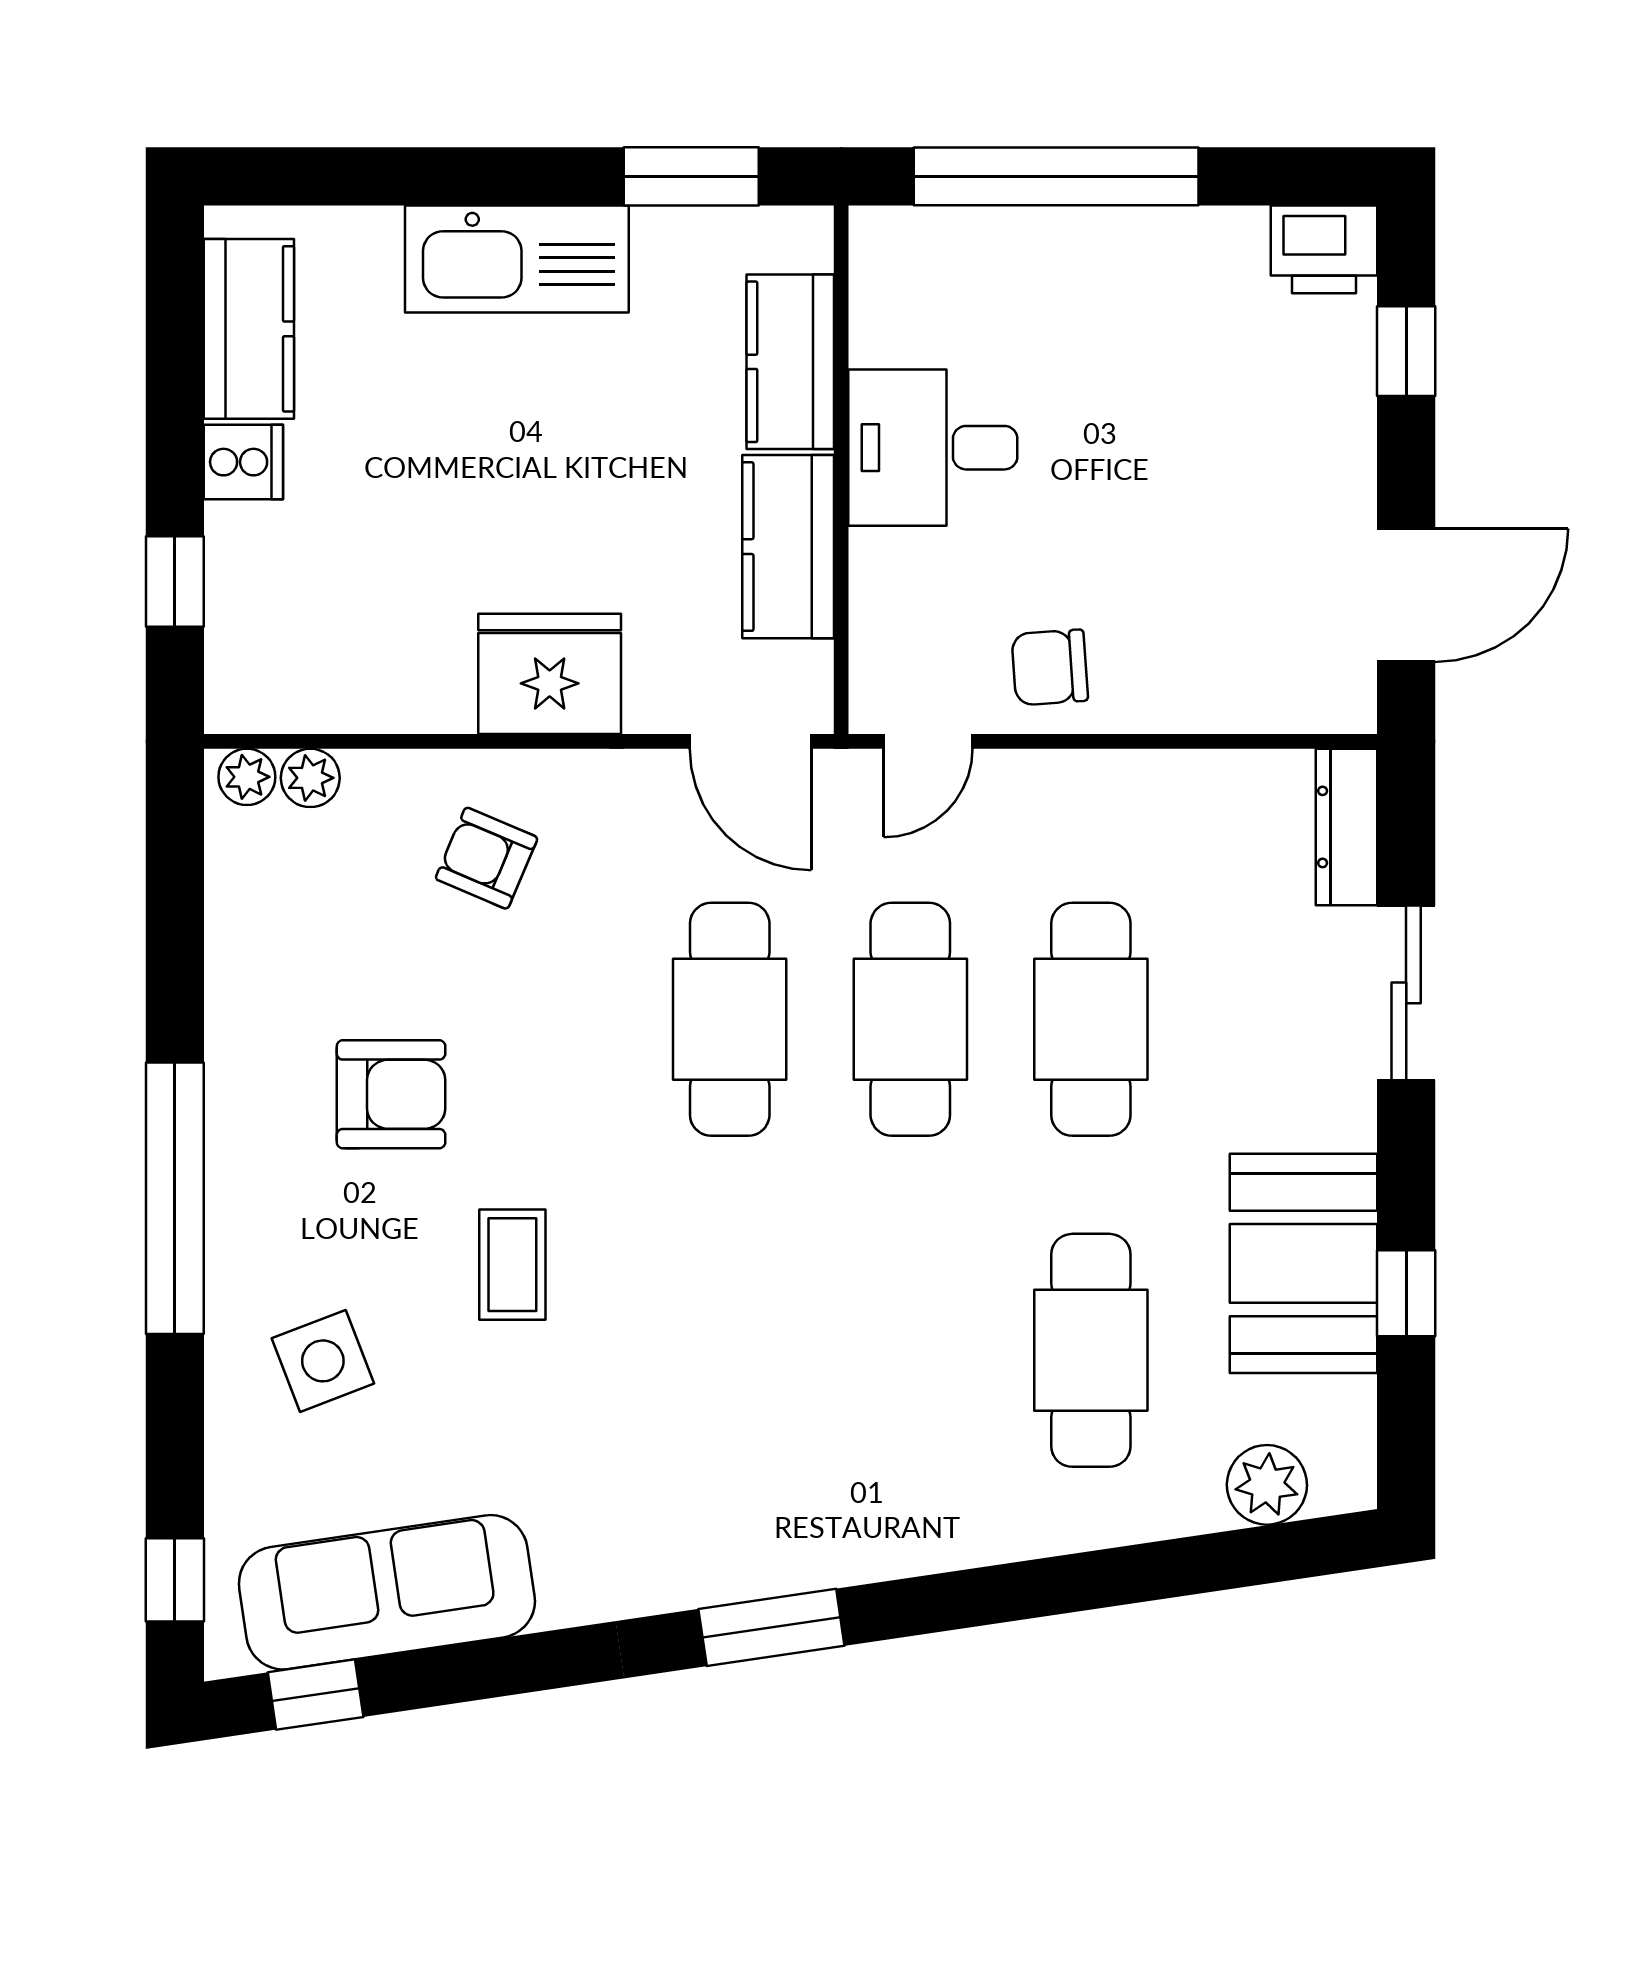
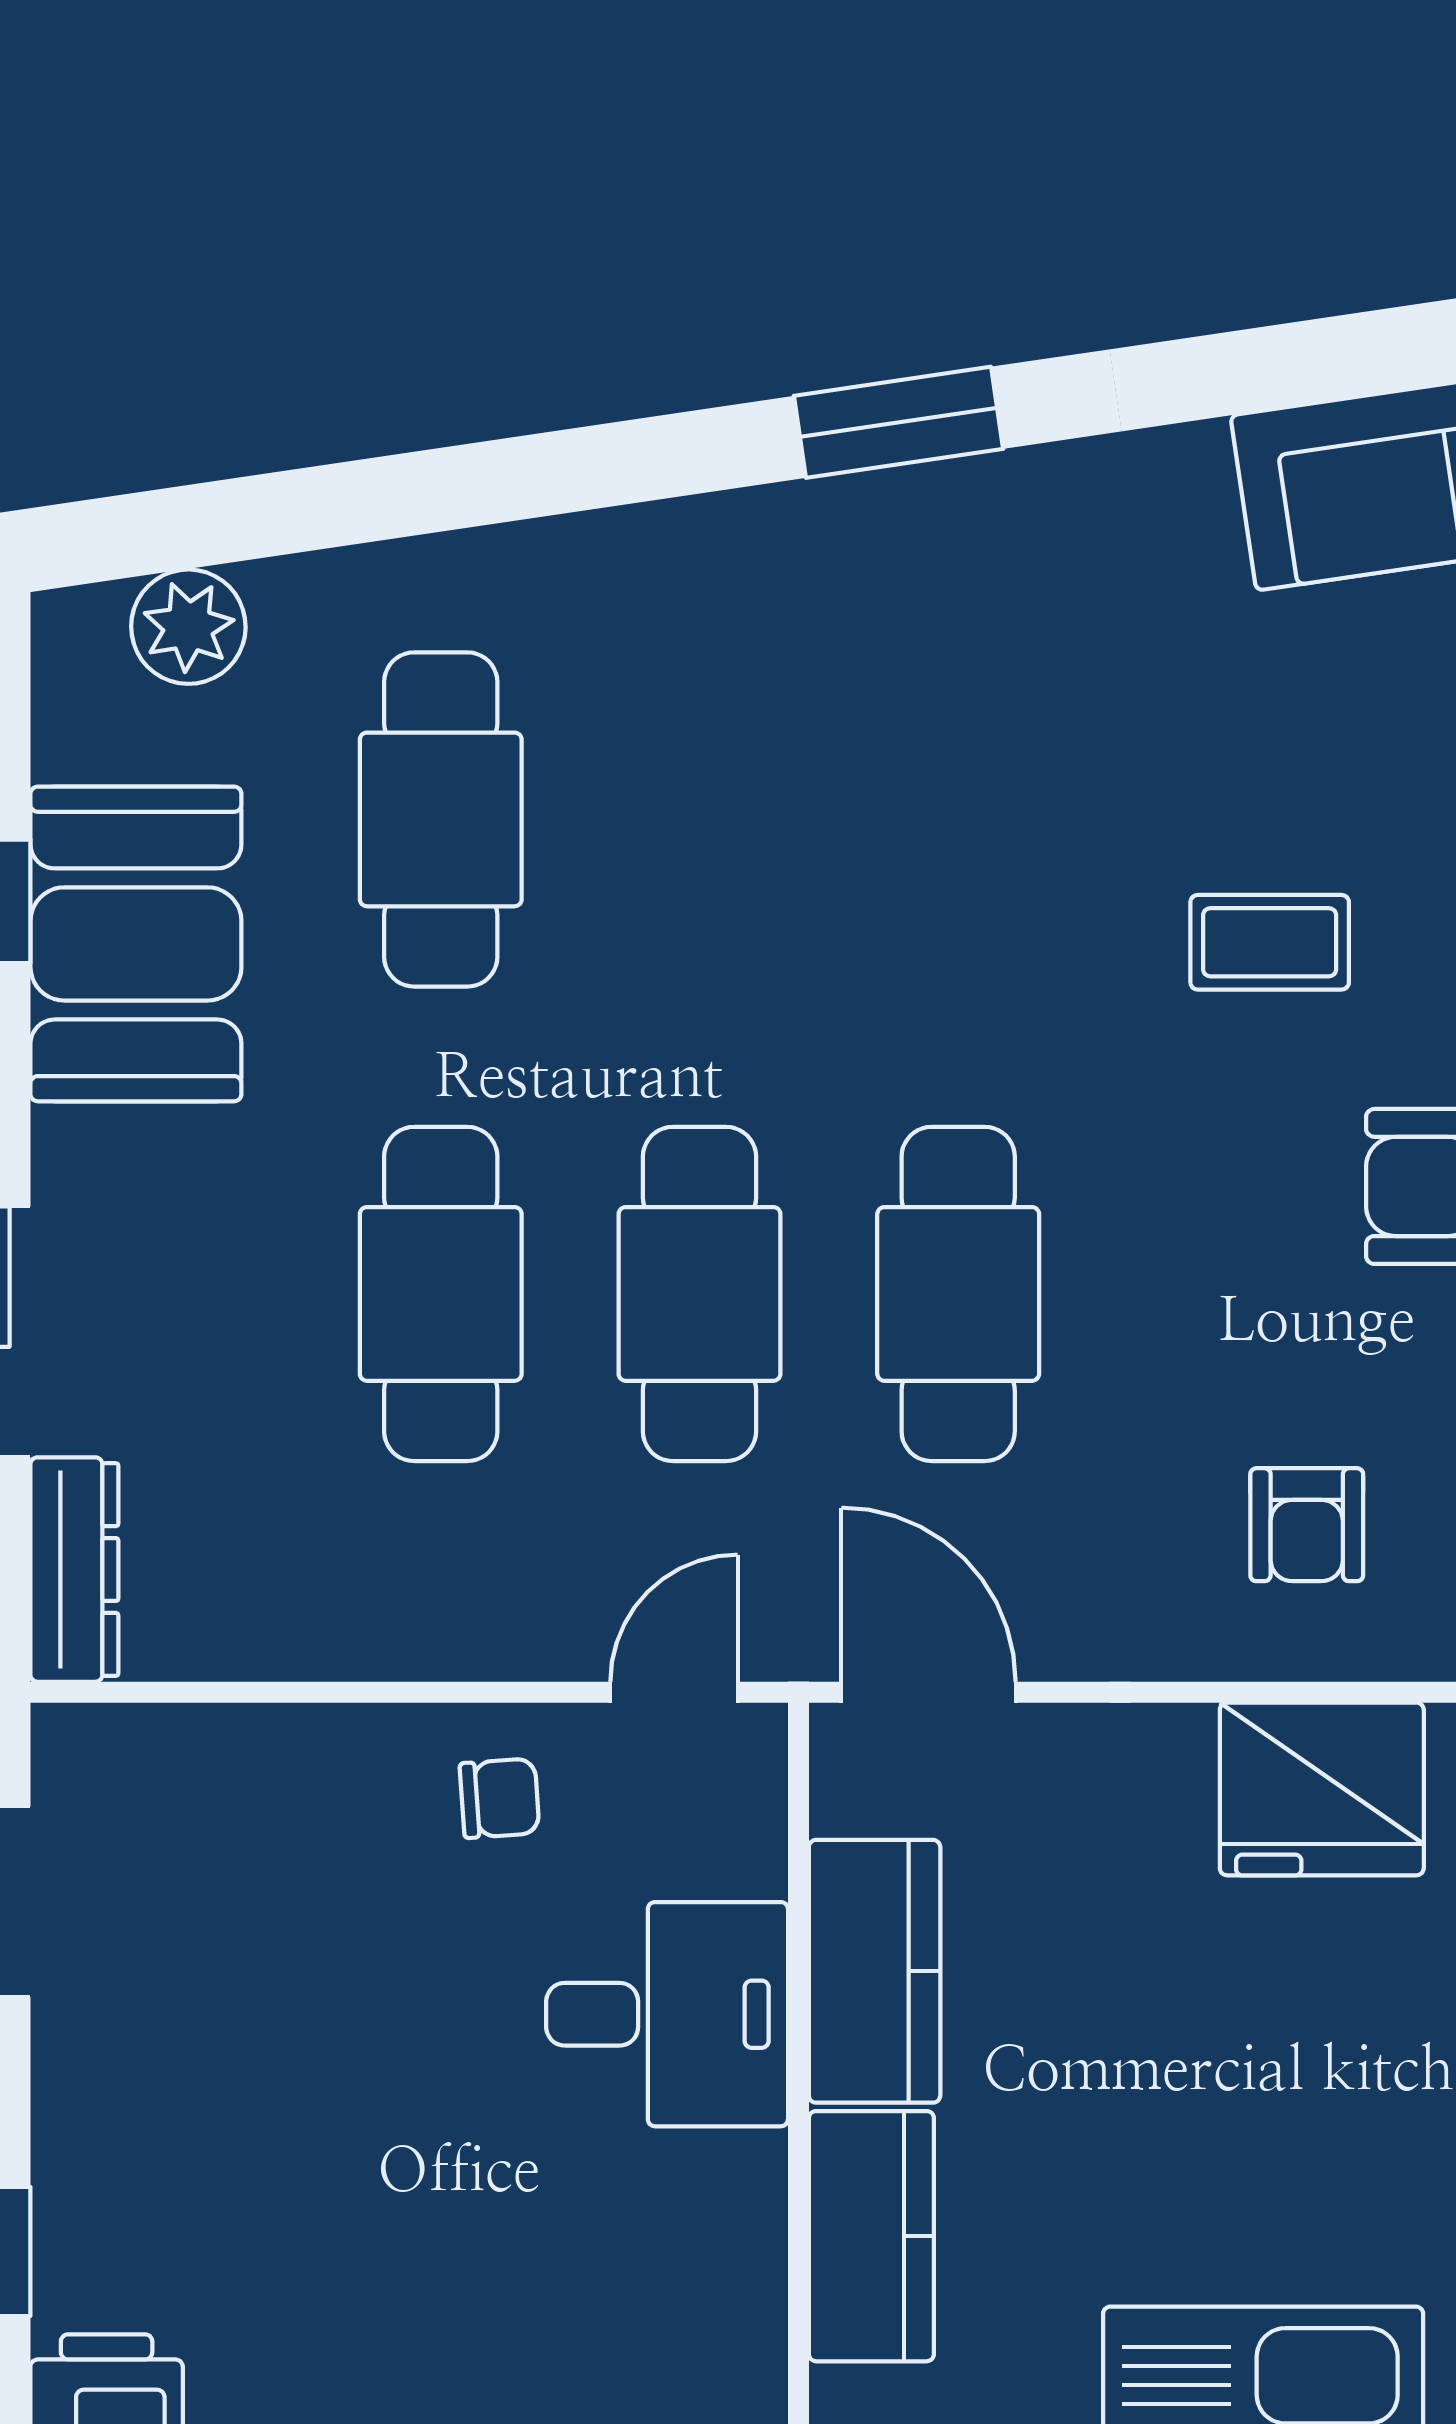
desk: (933, 448) -> (667, 2014), moved
chair: (1050, 667) -> (500, 1798), width x0.73, depth x0.73
fridge: (550, 674) -> (1322, 1789), moved
armchair: (487, 858) -> (1307, 1525), turned 67
coffee table: (512, 1265) -> (1270, 942), turned 90

